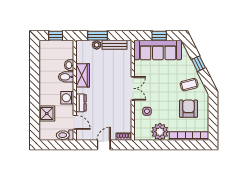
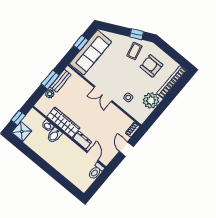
window: (98, 36) -> (50, 80), moved
window: (199, 64) -> (137, 34), moved
wardrobe: (83, 75) -> (63, 122), width x1.50
double door: (133, 88) -> (103, 94), swing flipped
washing machine: (67, 98) -> (70, 147), removed
shower: (47, 114) -> (22, 132), moved
door: (75, 122) -> (92, 156), hinge flipped

